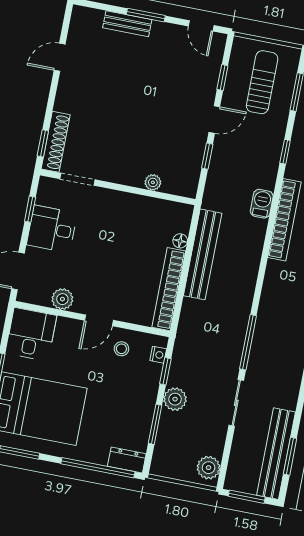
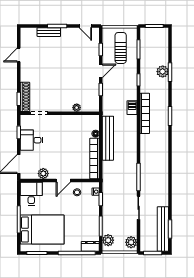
plant: (175, 399) -> (108, 240), moved

